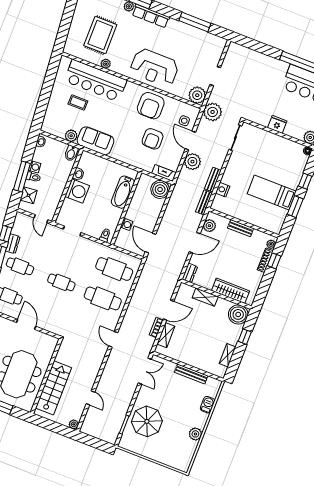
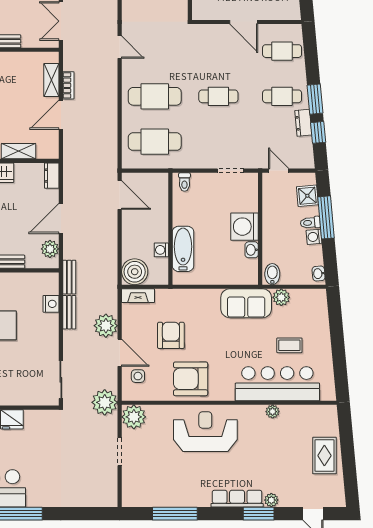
rug: (100, 35) -> (324, 456), moved, width x0.73, depth x0.70
armchair: (151, 106) -> (191, 379), turned -90
washing machine: (127, 224) -> (161, 250), moved

